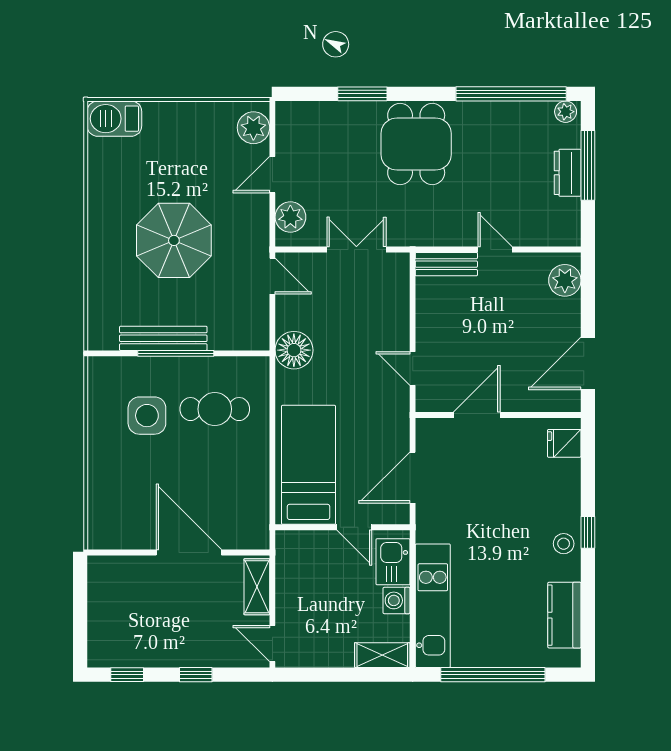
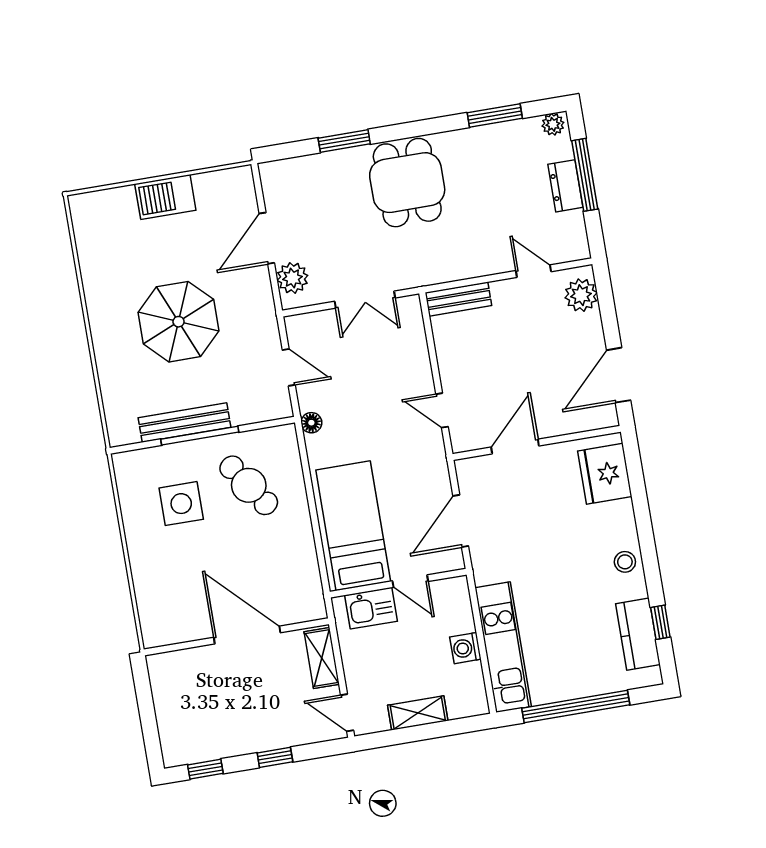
window: (511, 94) -> (495, 116), width x0.47
barbecue: (114, 119) -> (165, 197), moved
plant: (253, 128) -> (240, 194), removed
door: (272, 175) -> (267, 238), width x1.38
double door: (356, 250) -> (365, 300), swing flipped
door: (495, 250) -> (533, 271), moved
door: (272, 276) -> (289, 367), moved
floor lamp: (294, 350) -> (311, 423), width x0.53, depth x0.53
cafe table: (215, 409) -> (249, 485), turned 56
fridge: (564, 443) -> (605, 474), width x1.88, depth x1.34
window: (588, 532) -> (660, 622), moved
kitchen sink: (393, 562) -> (371, 608), moved, turned -90
shelving: (382, 655) -> (418, 713), moved

